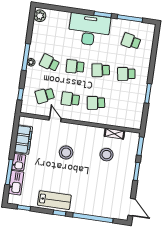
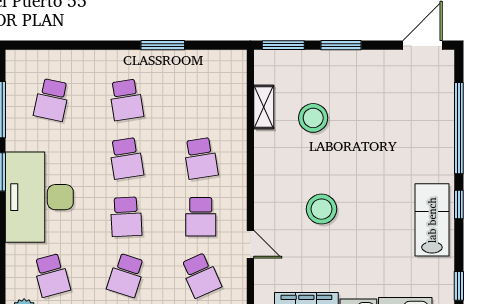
school desk: (54, 30) -> (52, 275), added
door: (55, 119) -> (250, 244), swing flipped

